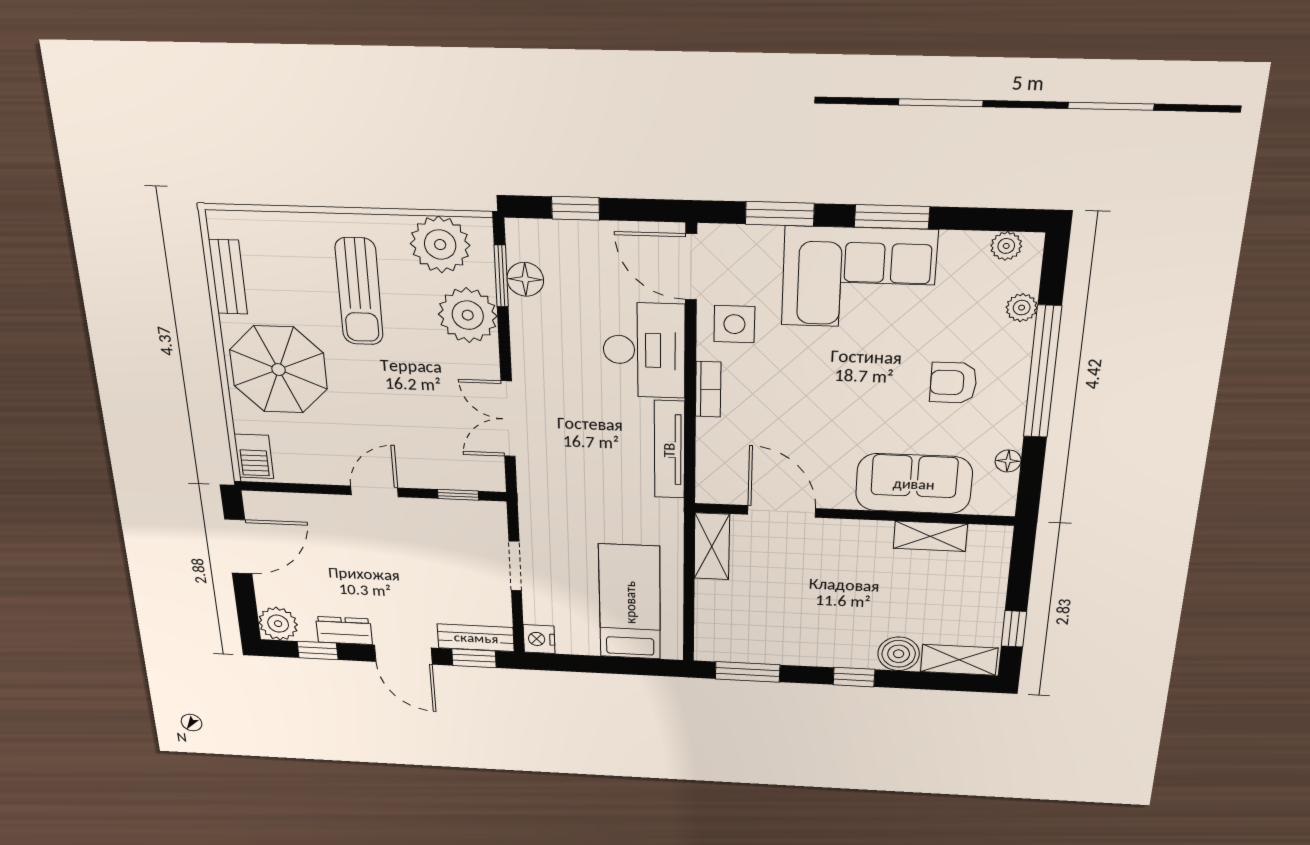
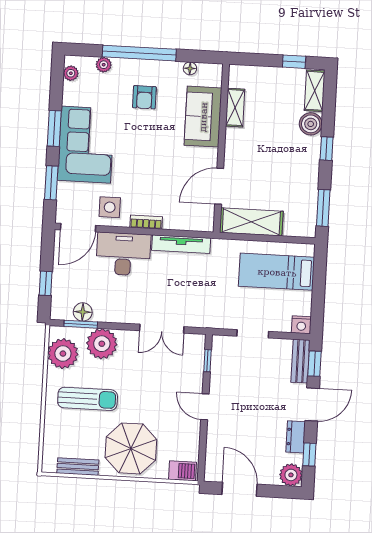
shelving: (712, 546) -> (251, 222), width x1.50, depth x1.33

